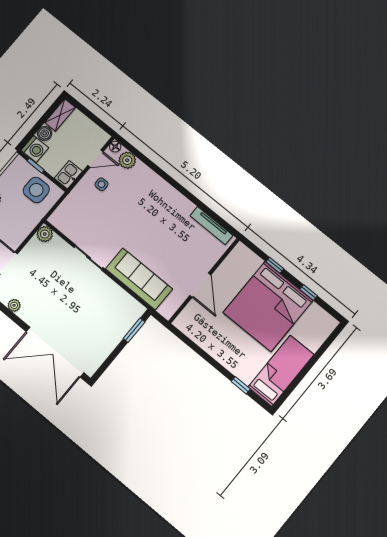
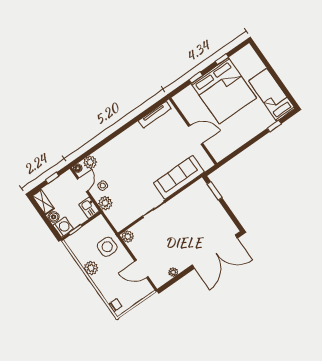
window: (94, 118) -> (52, 178), added
side table: (36, 190) -> (107, 247), moved
plant: (80, 194) -> (105, 203), added

